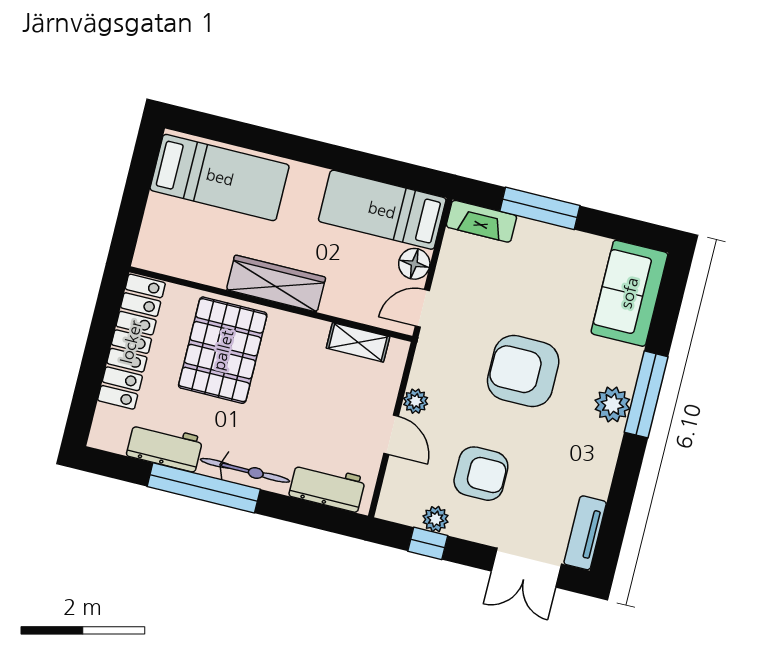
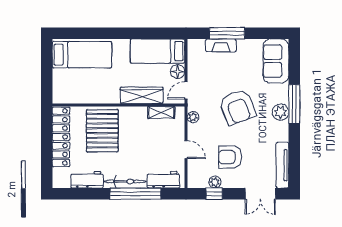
fireplace: (481, 221) -> (221, 45), moved
wardrobe: (276, 283) -> (142, 95), moved
armchair: (523, 371) -> (237, 107), turned -111
plant: (416, 401) -> (193, 117), moved
armchair: (481, 474) -> (230, 157), turned 180
window: (204, 488) -> (135, 194), moved
tv unit: (585, 533) -> (283, 165), width x1.41

